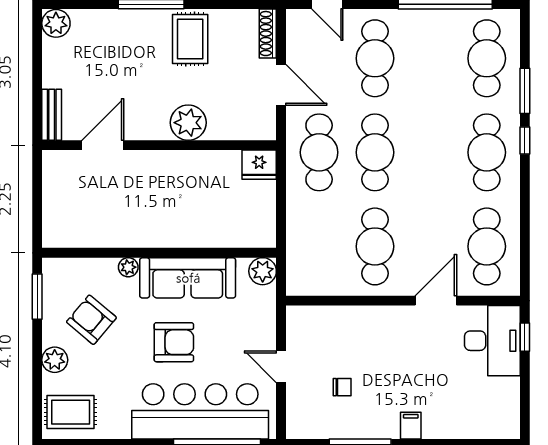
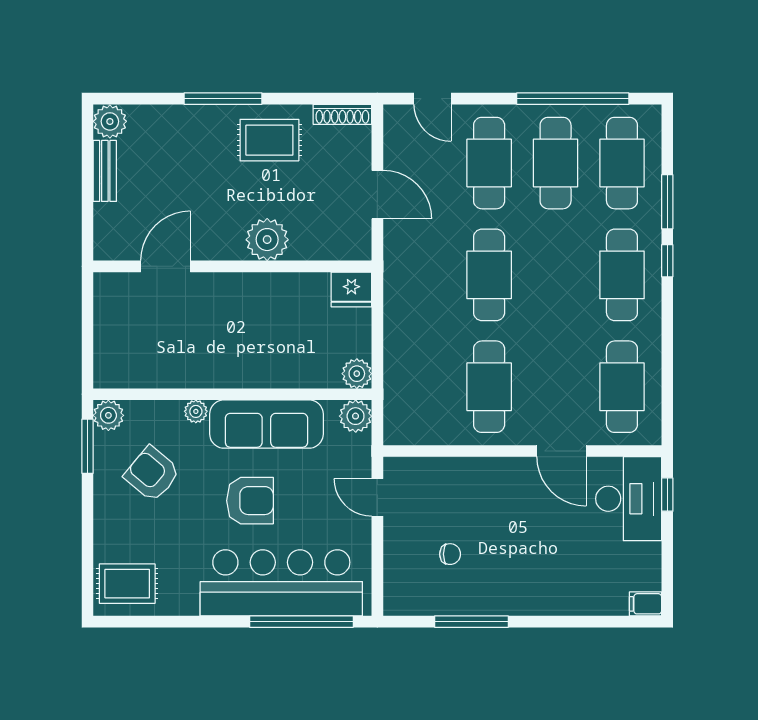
shoe rack: (268, 34) -> (342, 114), moved, turned -90
rug: (190, 39) -> (269, 140), turned 90
bench: (52, 115) -> (105, 171), moved
cafe table: (319, 152) -> (556, 163), moved
plant: (264, 235) -> (357, 374), added
door: (436, 301) -> (562, 451), swing flipped
plant: (55, 360) -> (108, 415), moved
door: (281, 367) -> (377, 497), moved
filing cabinet: (411, 426) -> (646, 604), moved, turned -90

